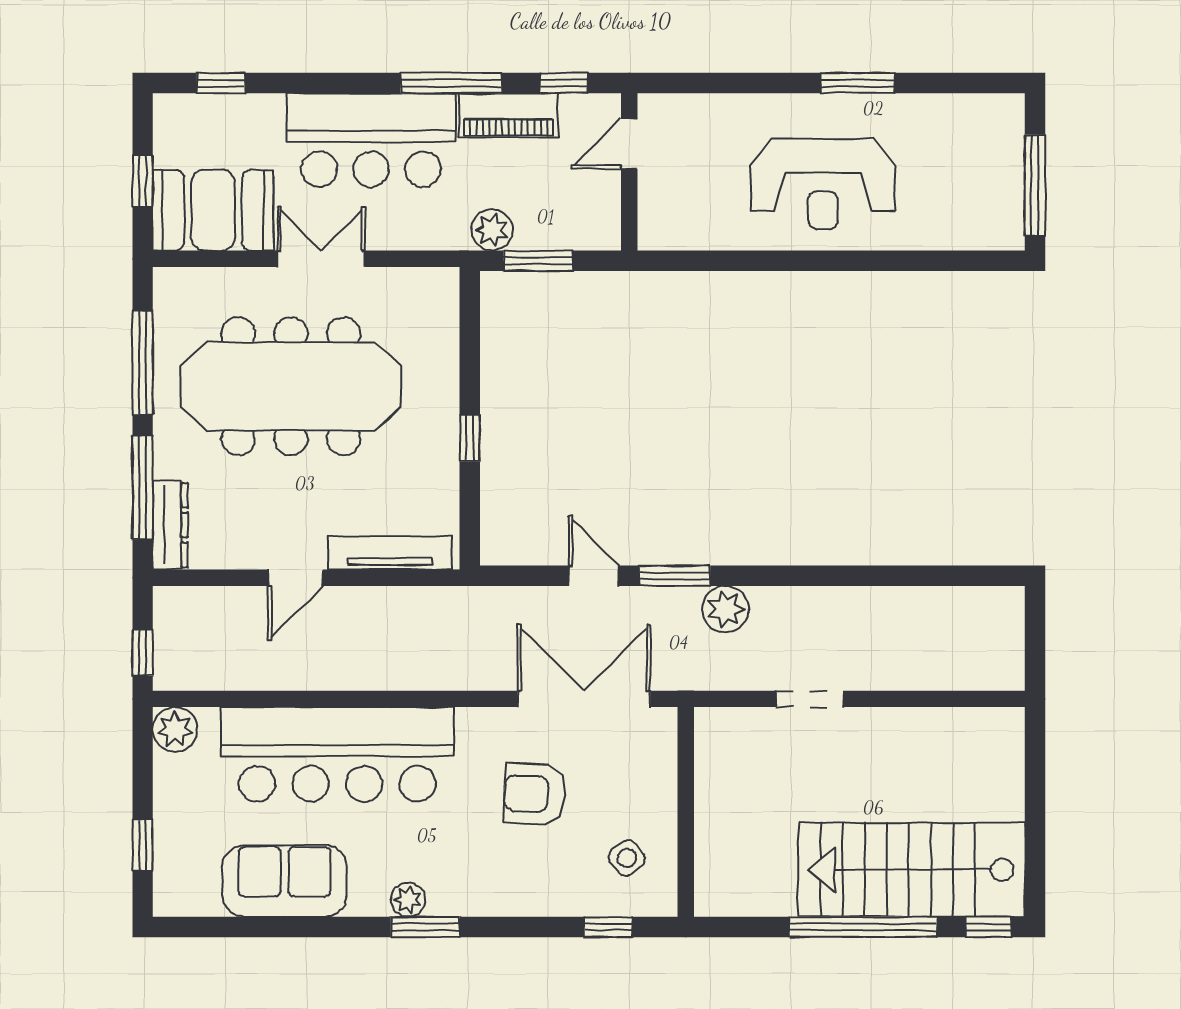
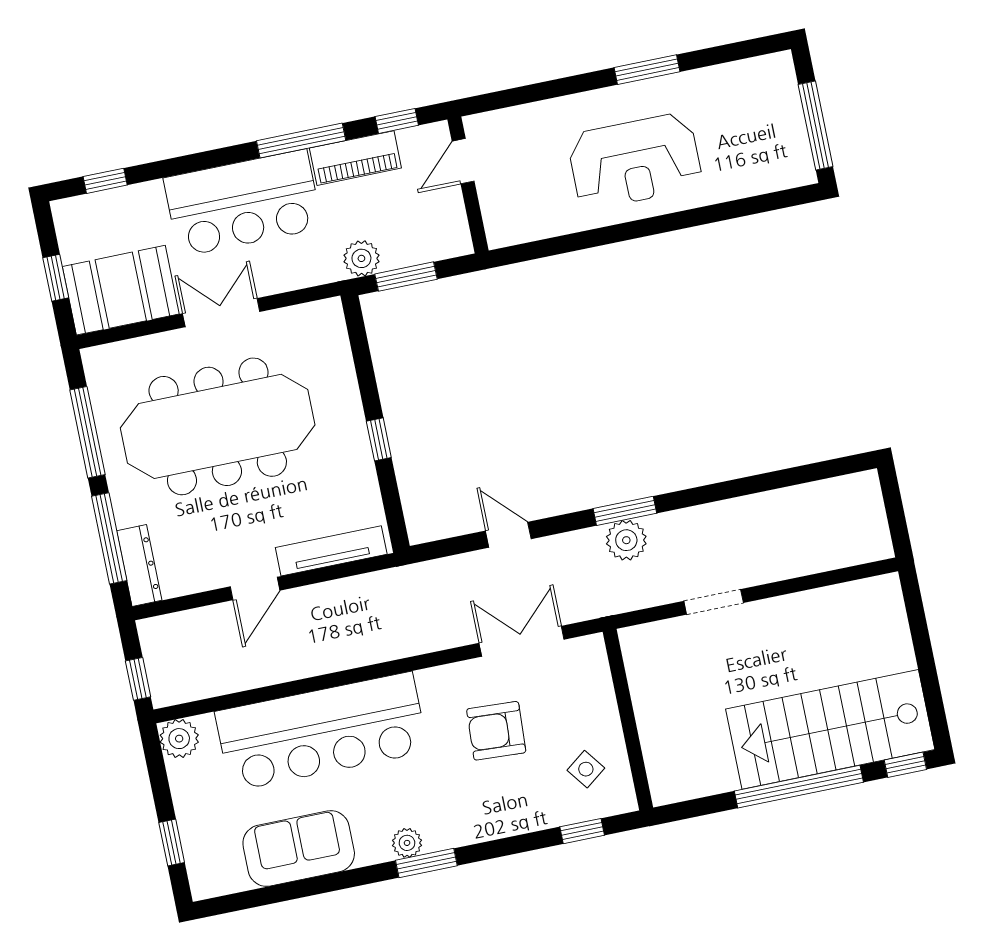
window: (675, 576) -> (625, 511), moved
double door: (584, 699) -> (522, 641), width x0.73

